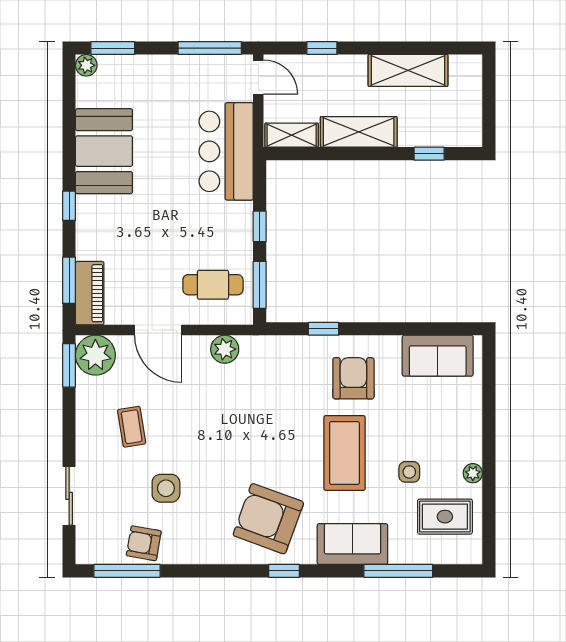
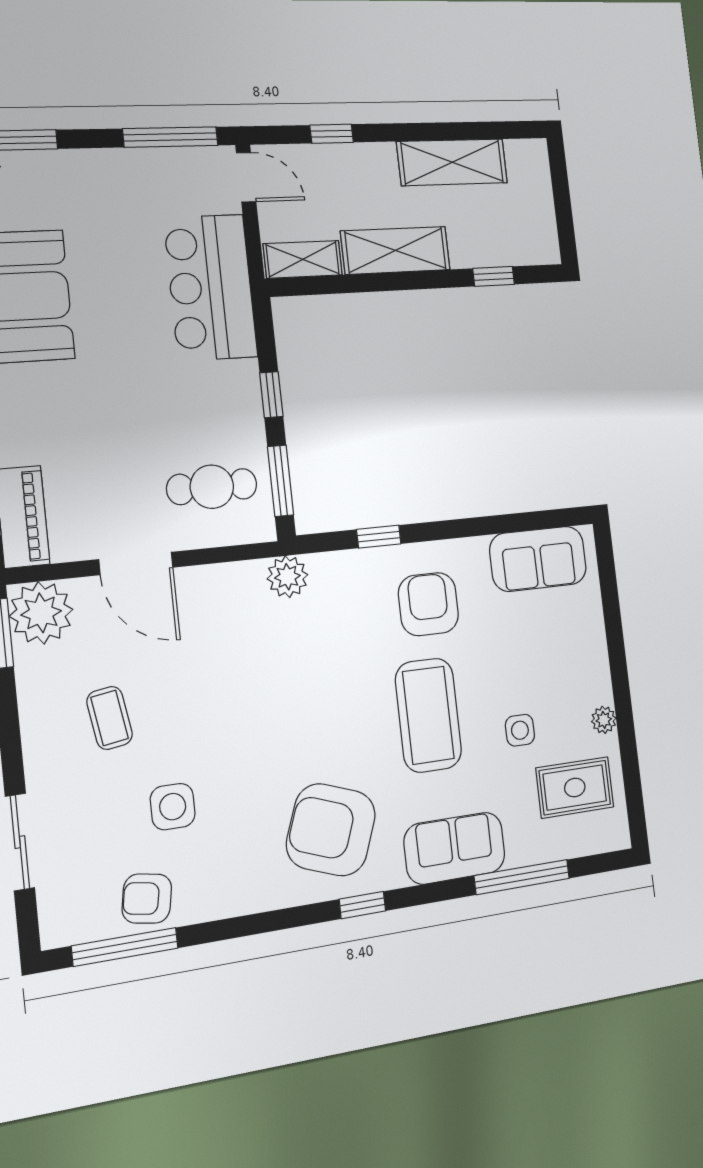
plant: (225, 349) -> (287, 577), moved

